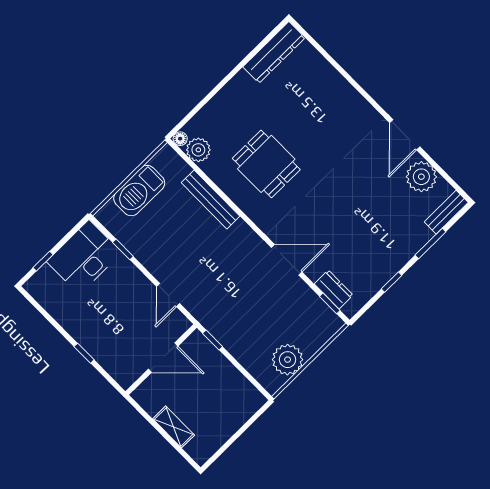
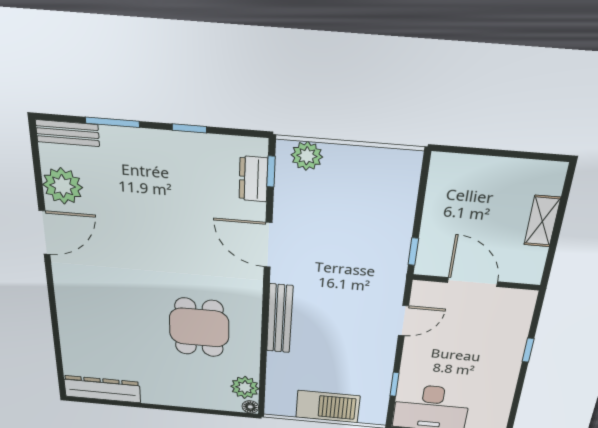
bench: (210, 199) -> (280, 319), moved
plant: (288, 360) -> (307, 156), moved, width x0.73, depth x0.73

